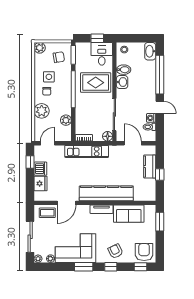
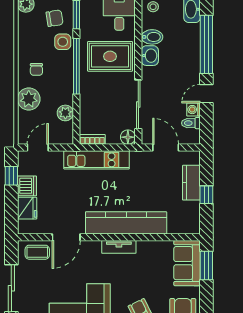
side table: (49, 77) -> (63, 42), moved
door: (160, 107) -> (206, 94), swing flipped
sofa: (129, 214) -> (187, 263), moved, turned 90

